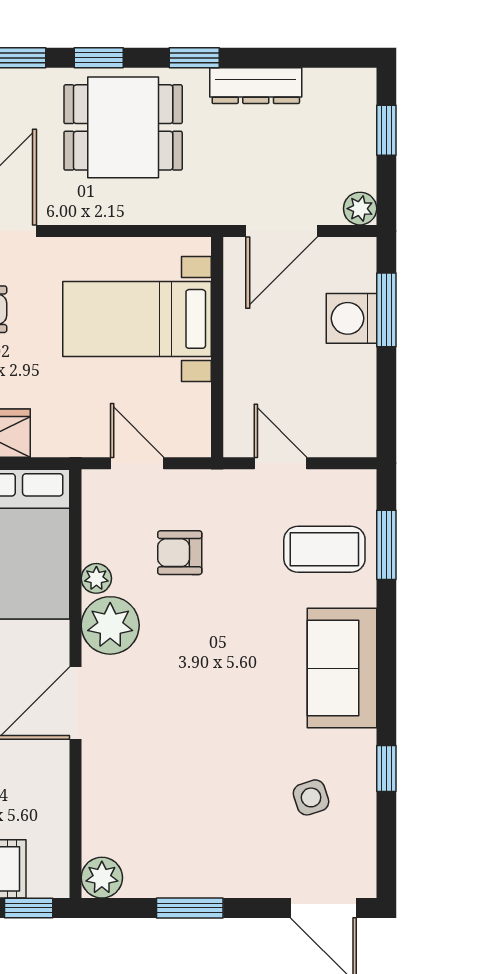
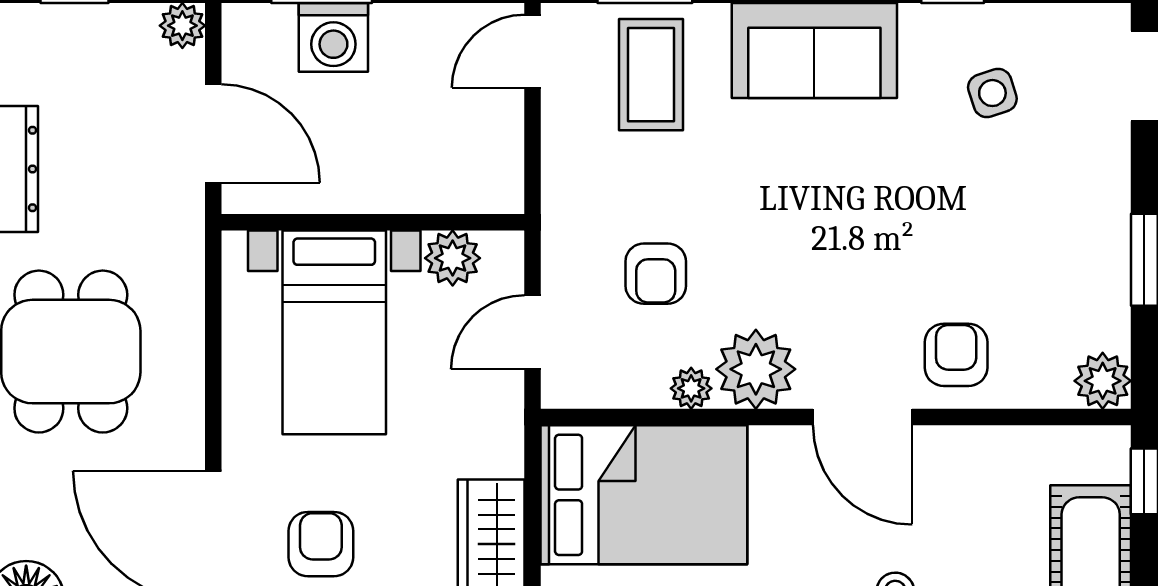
plant: (191, 405) -> (453, 258), added
door: (280, 463) -> (533, 51), moved
armchair: (121, 771) -> (956, 355), added

